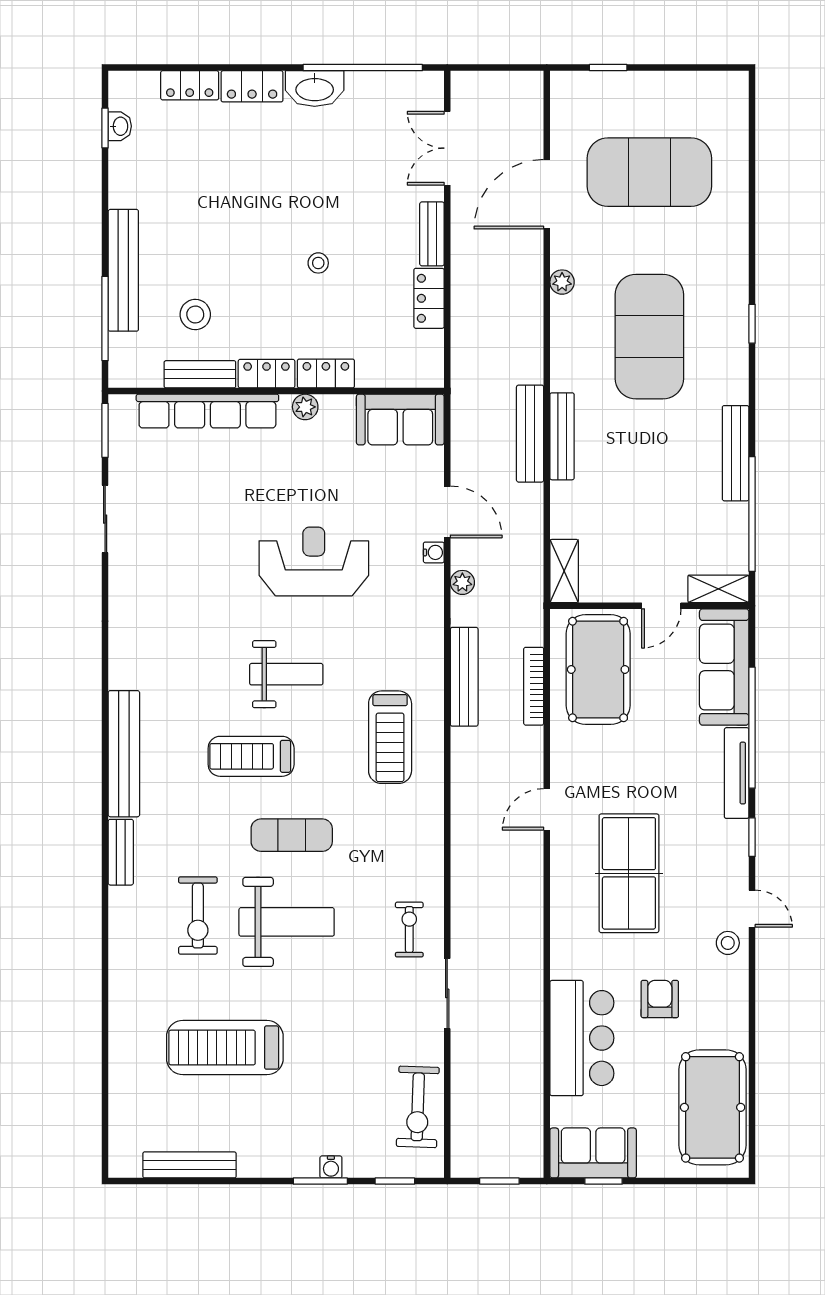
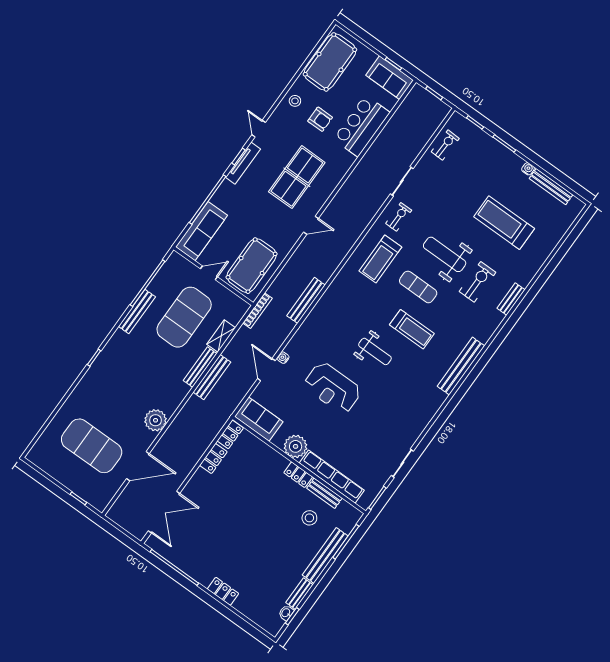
locker: (190, 85) -> (247, 609), removed
washbasin: (315, 89) -> (199, 573), removed
double door: (447, 148) -> (164, 512), width x1.37
bench: (432, 234) -> (299, 594), moved
stool: (318, 263) -> (247, 503), removed
plant: (562, 282) -> (156, 420), width x1.88, depth x1.88
exercise mat: (649, 337) -> (184, 317), moved
locker: (326, 374) -> (230, 434), moved, turned -90
plant: (305, 407) -> (296, 446), width x1.88, depth x1.88
shelving: (564, 571) -> (221, 336), moved
plant: (462, 582) -> (280, 338), removed
shelving: (718, 589) -> (182, 263), removed
weight bench: (286, 674) -> (375, 351), turned 180
bookcase: (534, 686) -> (257, 311), moved
treadmill: (390, 737) -> (380, 259), moved, turned 180
tv unit: (737, 773) -> (243, 163), moved
bench: (121, 852) -> (511, 299), moved
exercise bike: (409, 930) -> (399, 217), turned 180
stool: (728, 943) -> (295, 101), moved
armchair: (660, 999) -> (320, 119), turned -90
treadmill: (225, 1048) -> (504, 223), turned 180
exercise bike: (418, 1107) -> (445, 145), width x0.73, depth x0.72
water cooler: (331, 1167) -> (528, 169), moved

